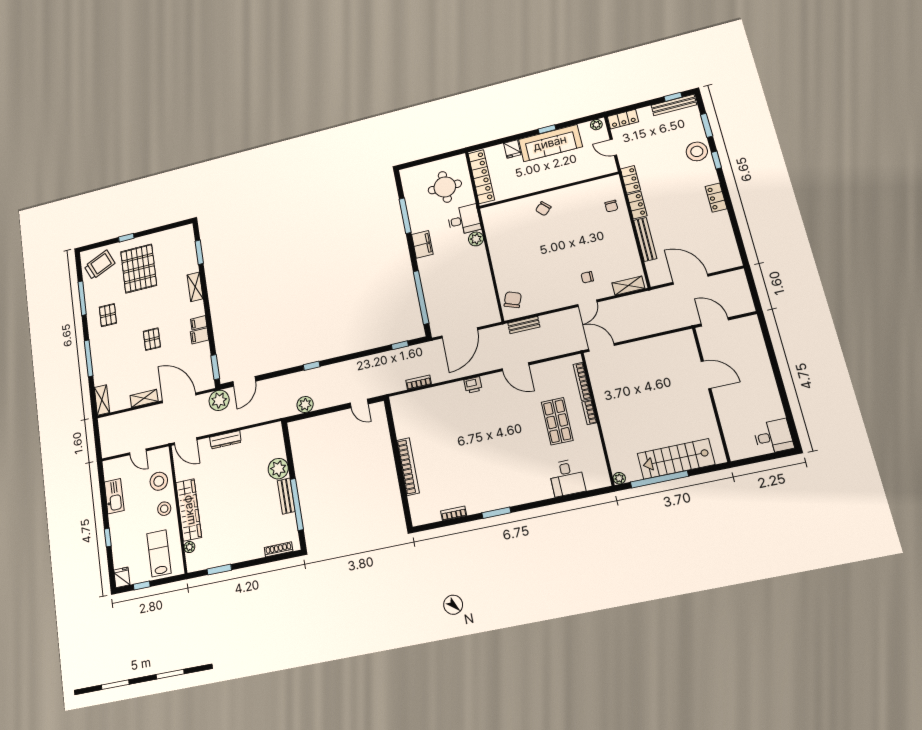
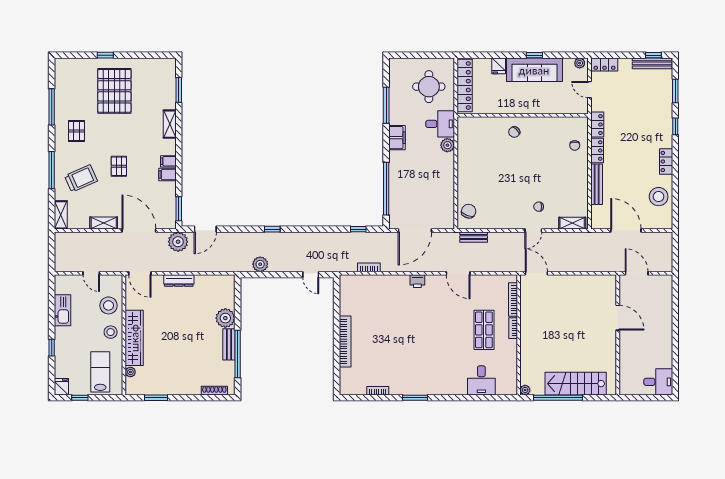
stool: (697, 151) -> (659, 197), moved
trolley: (100, 265) -> (81, 178), moved

